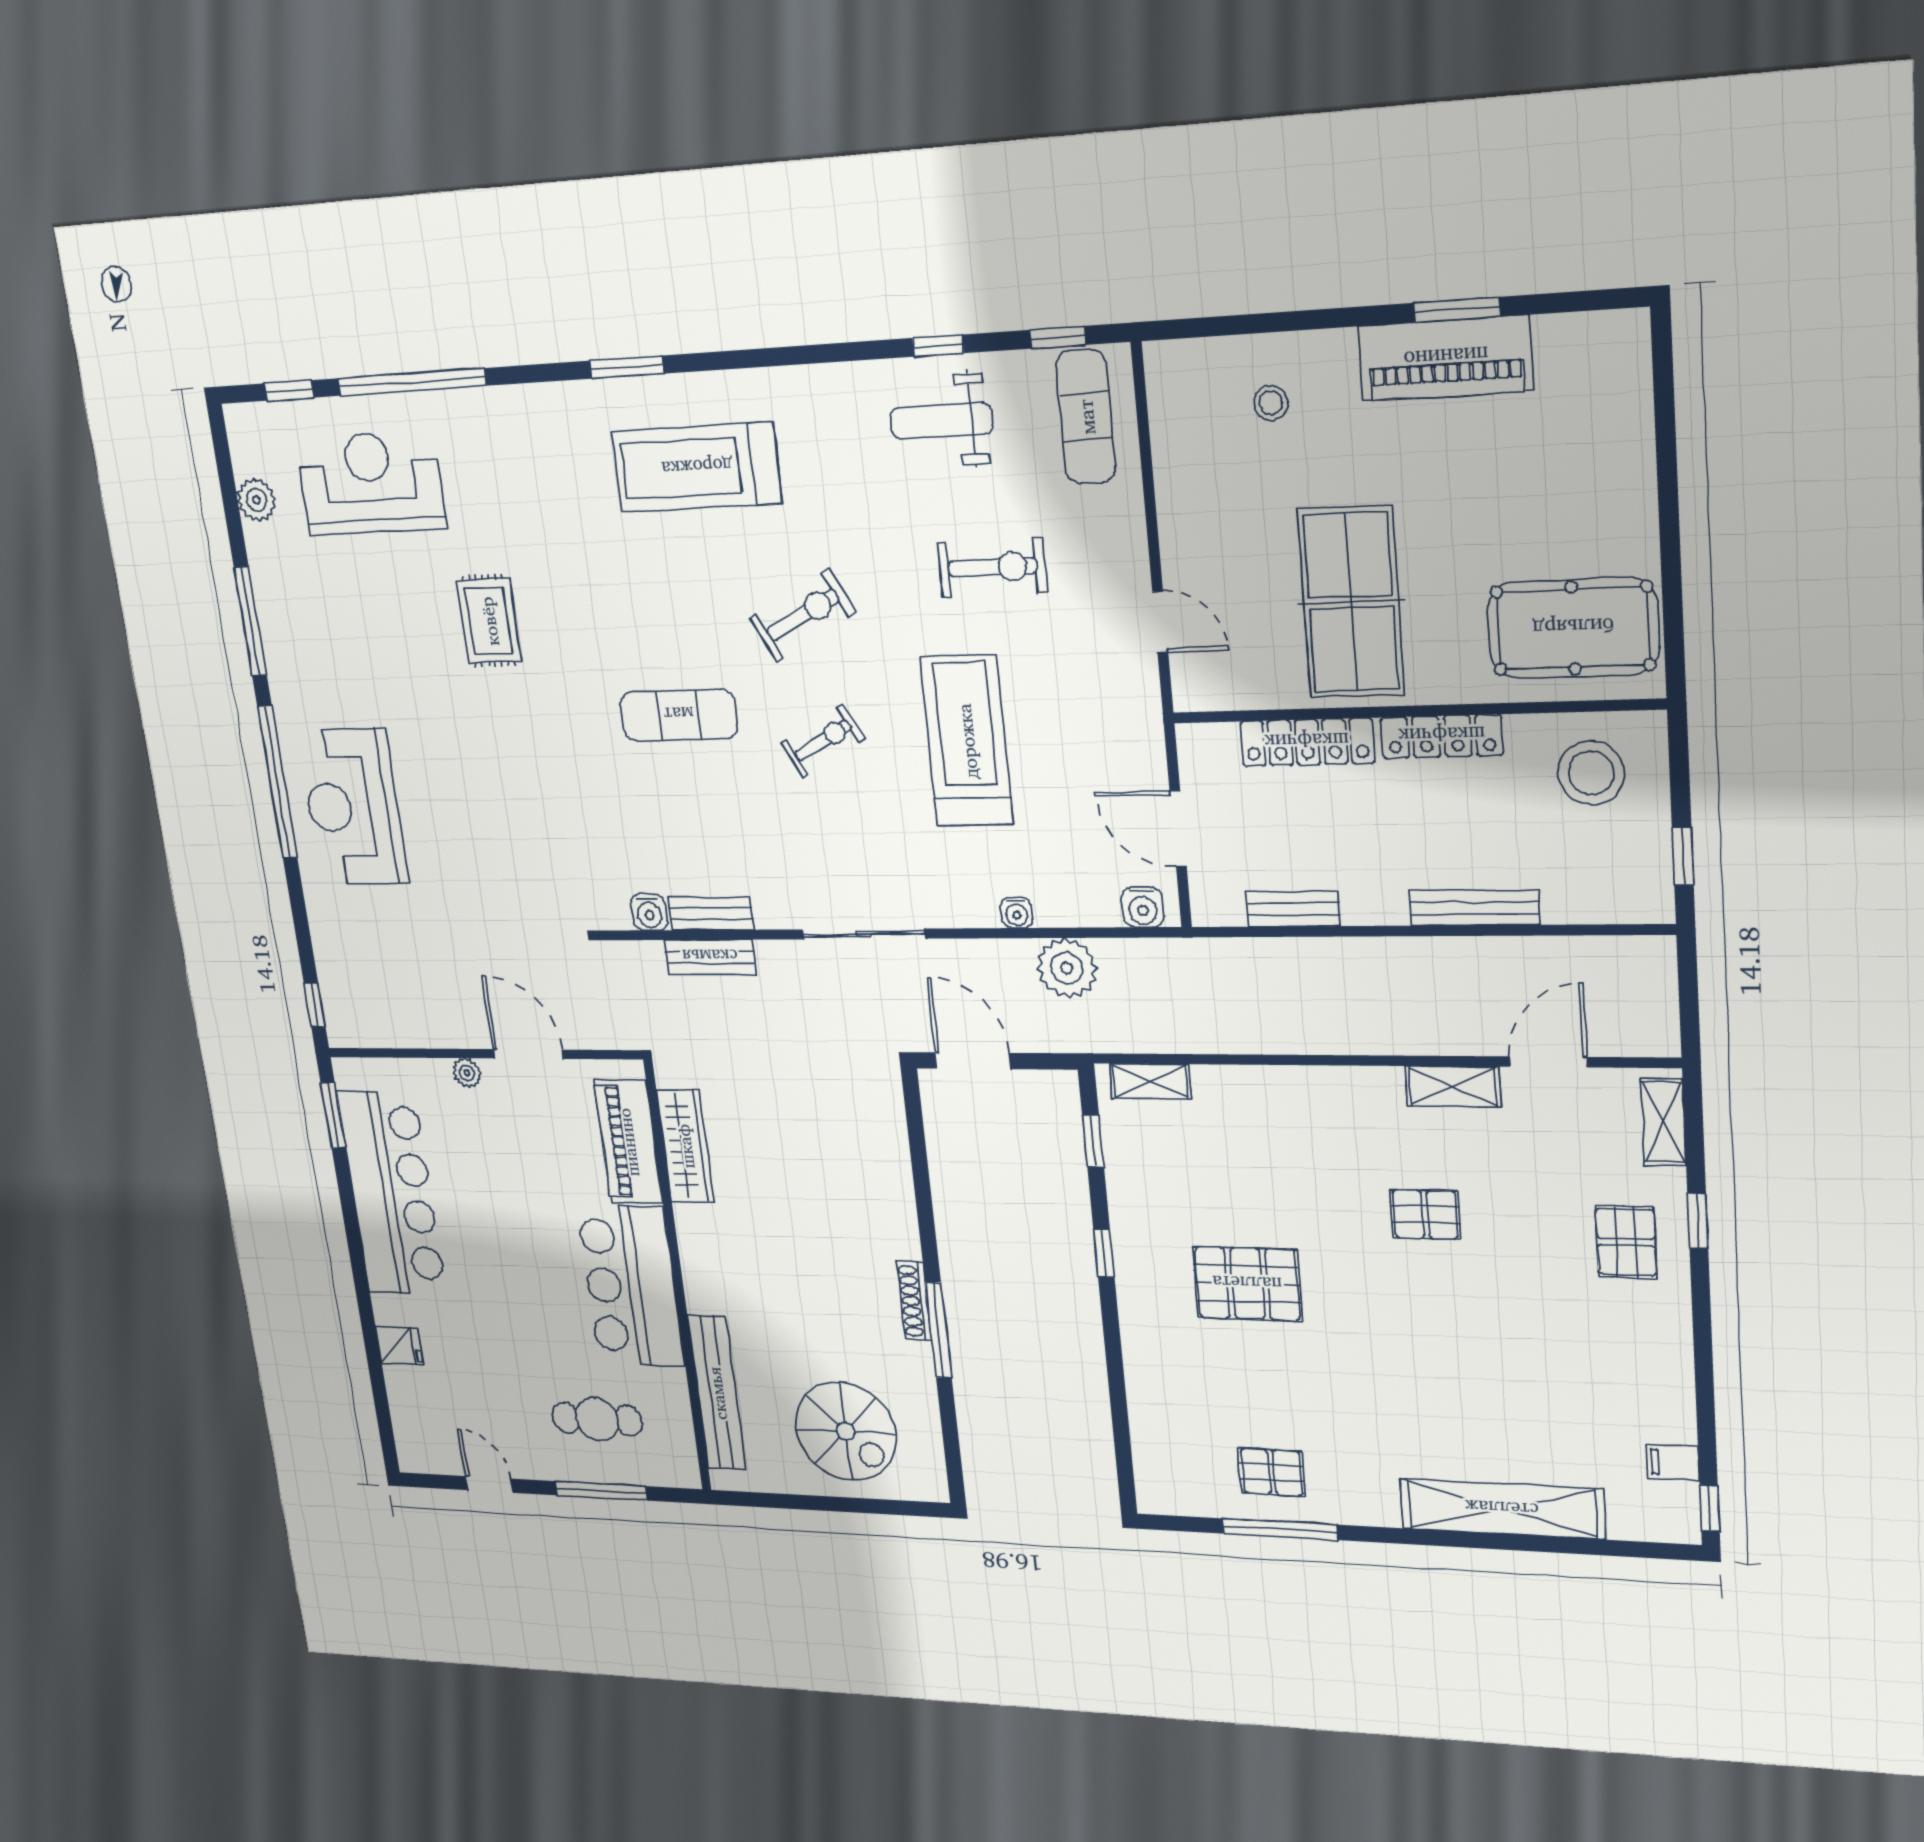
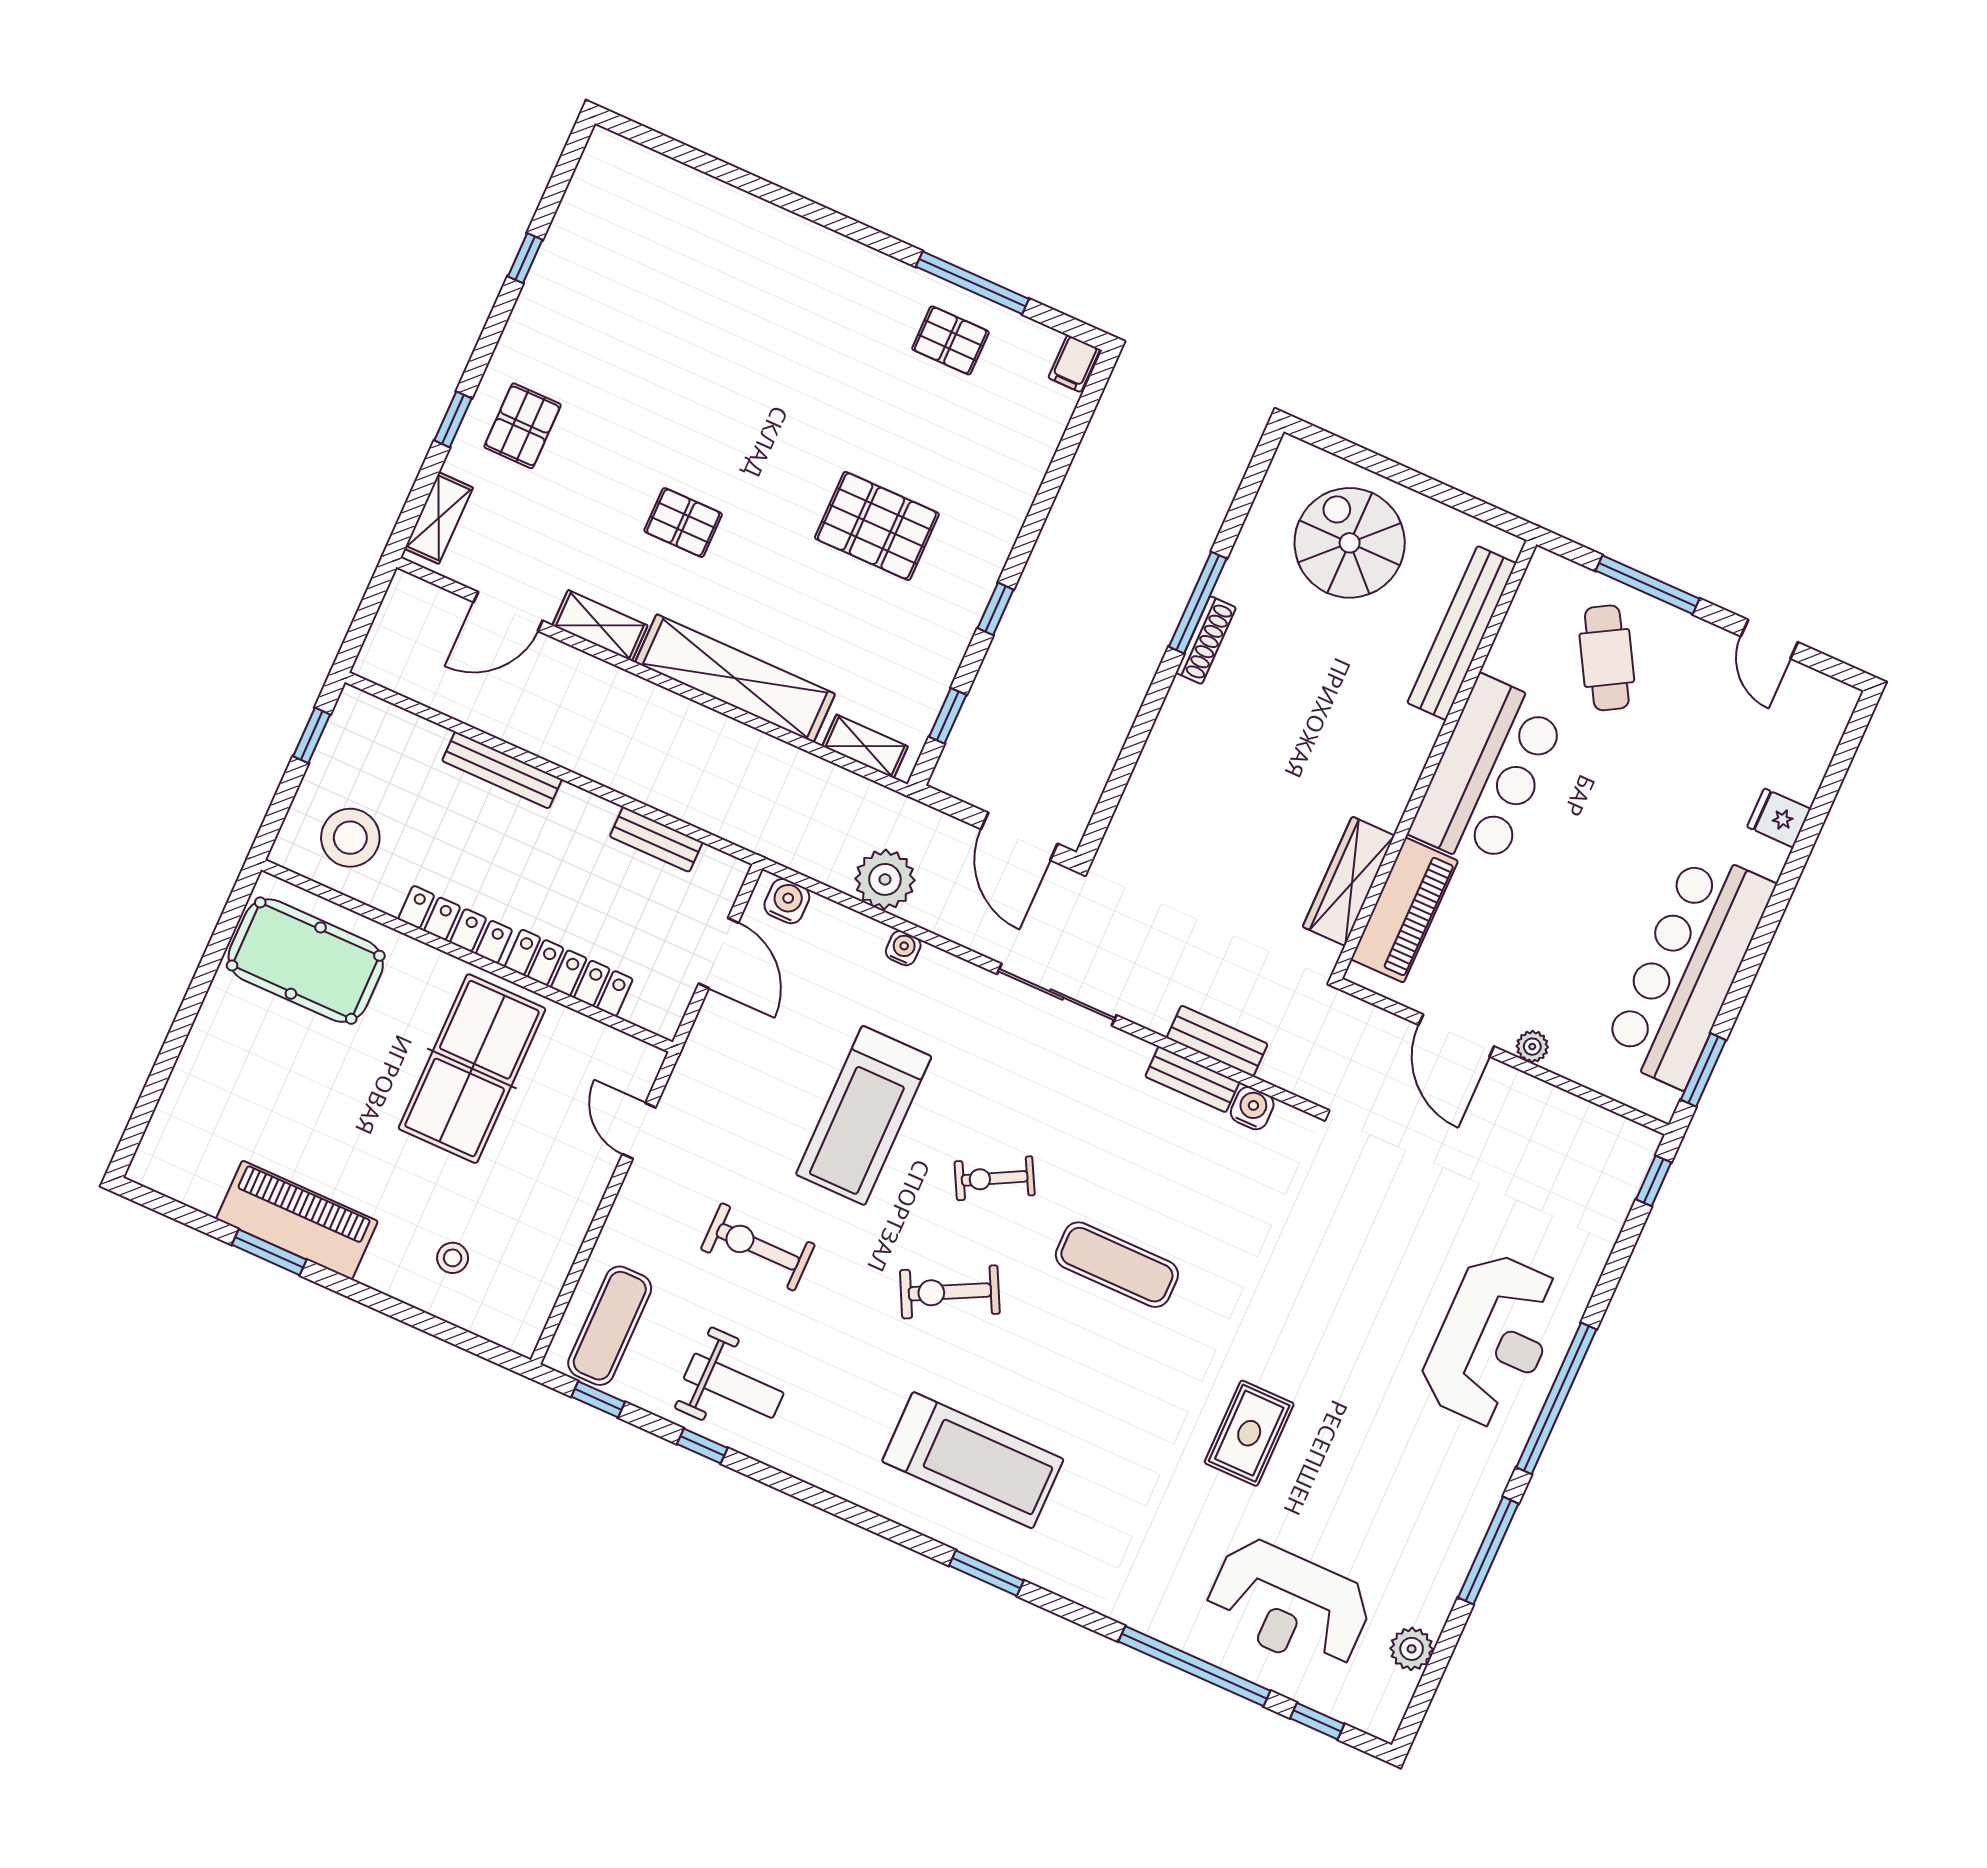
cafe table: (597, 1419) -> (1607, 658), turned 60
filing cabinet: (1673, 1463) -> (1074, 363), moved, turned 90
window: (1710, 1508) -> (525, 258), moved
shelving: (1502, 1509) -> (735, 678), moved

